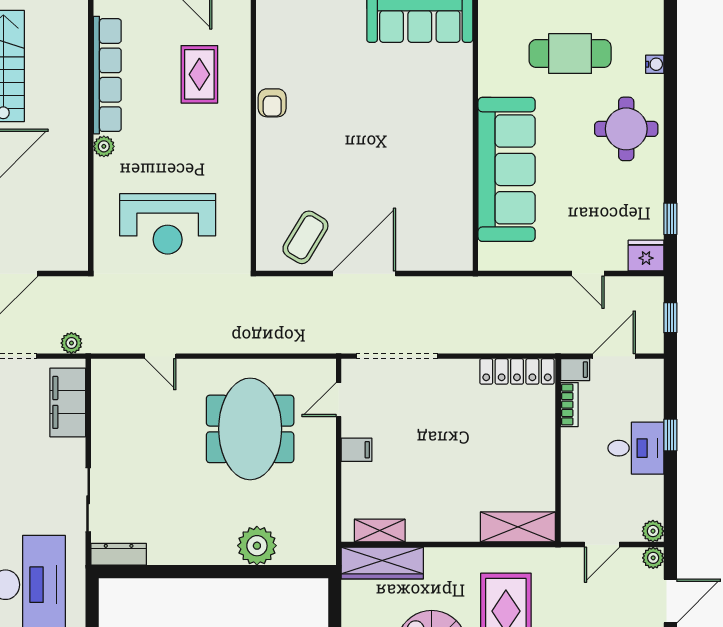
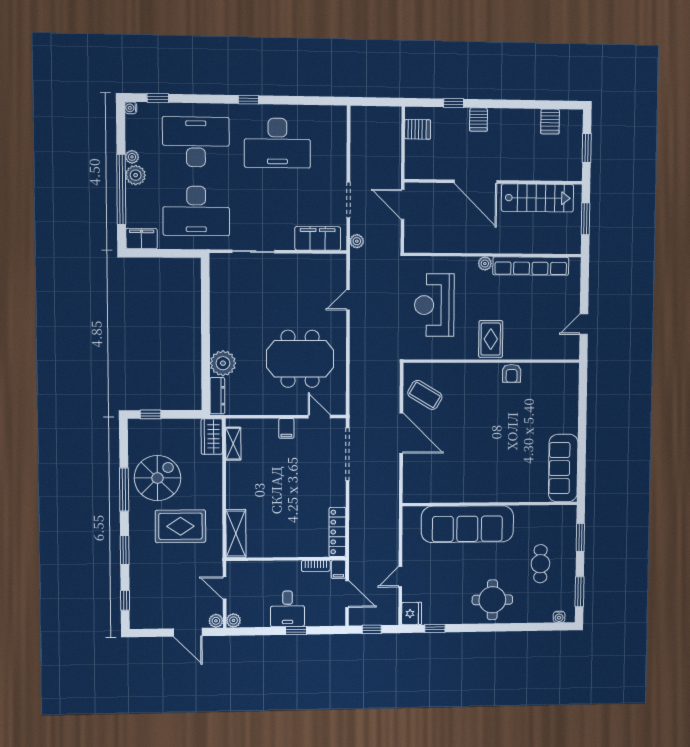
cafe table: (570, 54) -> (540, 564), width x0.73, depth x0.74
water cooler: (655, 64) -> (559, 617), moved
rug: (199, 74) -> (491, 339), moved, turned 90
armchair: (272, 103) -> (512, 373), turned -90
dresser: (119, 554) -> (217, 396), moved
wardrobe: (382, 563) -> (212, 437), width x0.67

